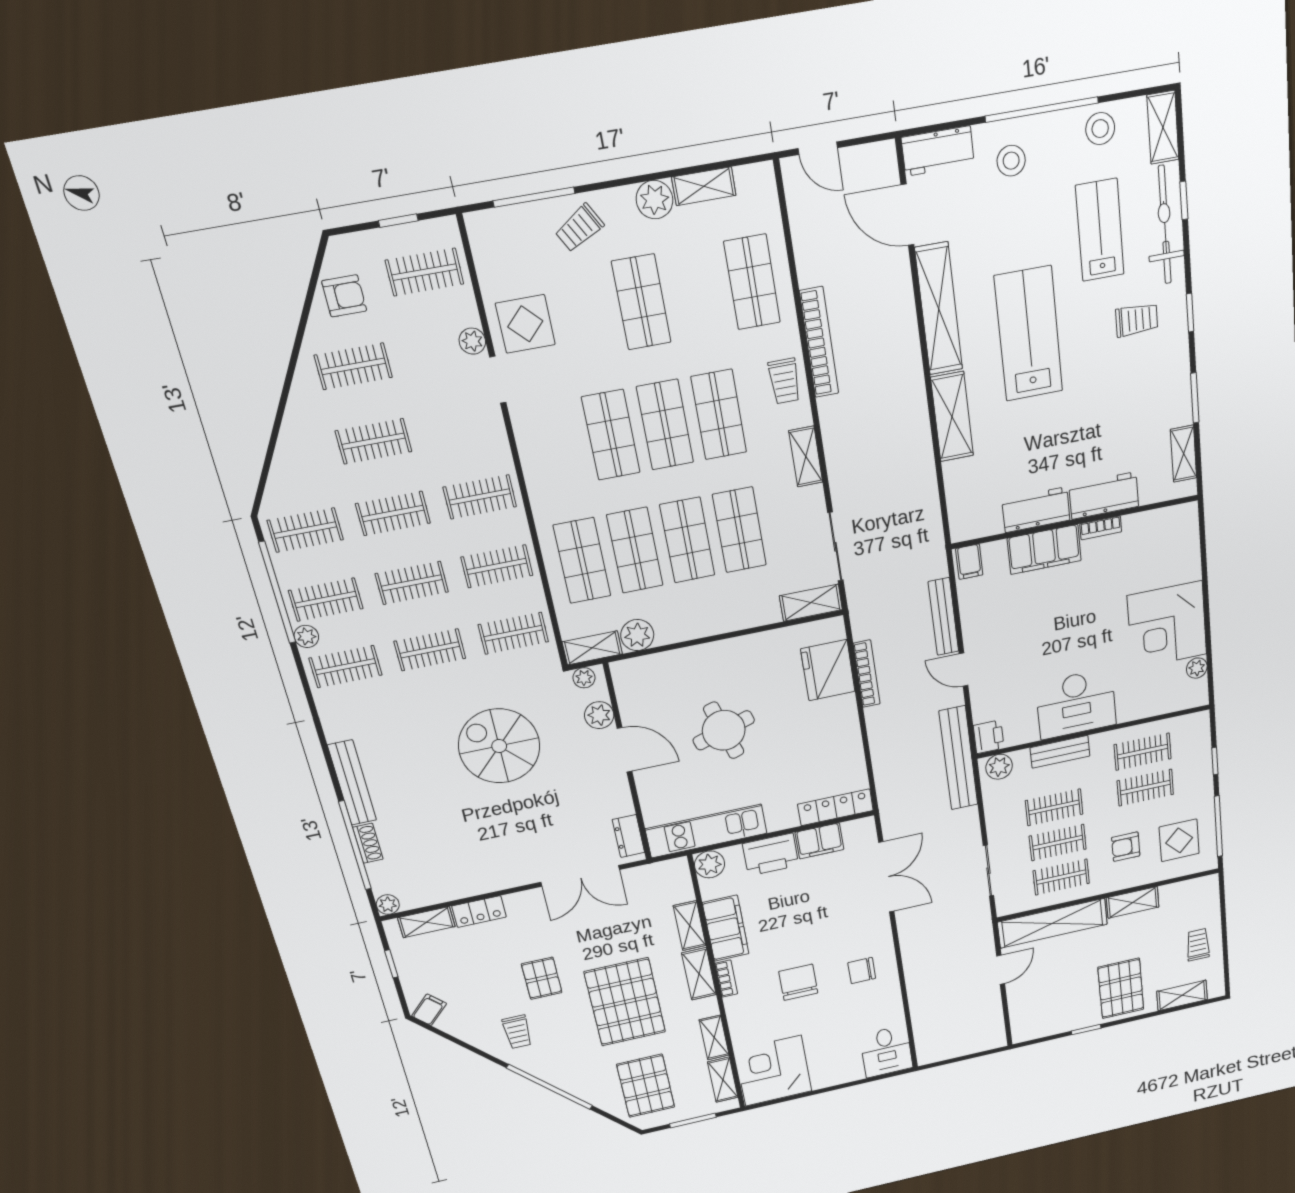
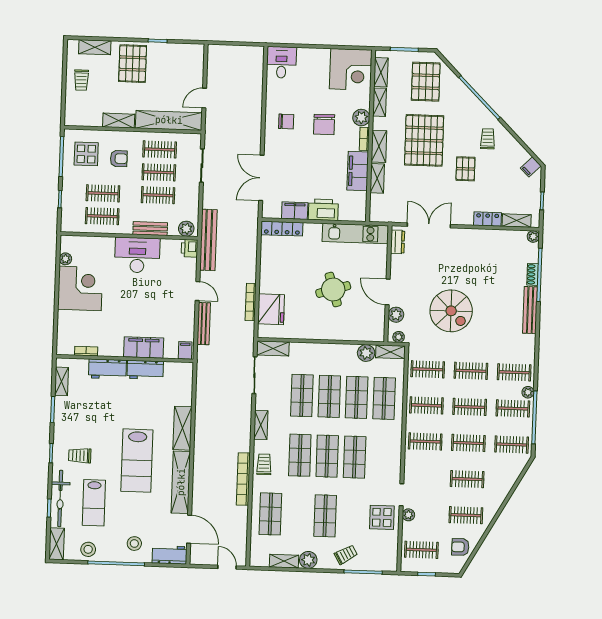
bookcase: (1101, 528) -> (86, 351), moved
plant: (710, 864) -> (361, 118), moved

